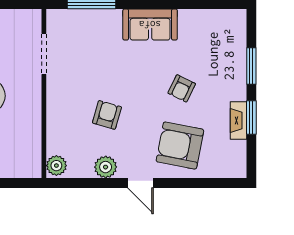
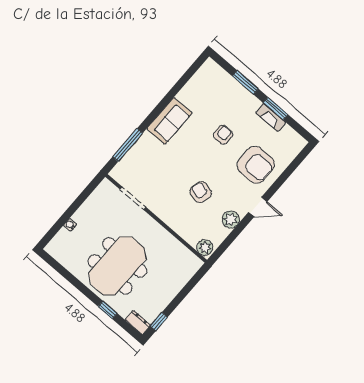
armchair: (182, 88) -> (223, 135), turned -116
armchair: (180, 146) -> (256, 165), turned -101

